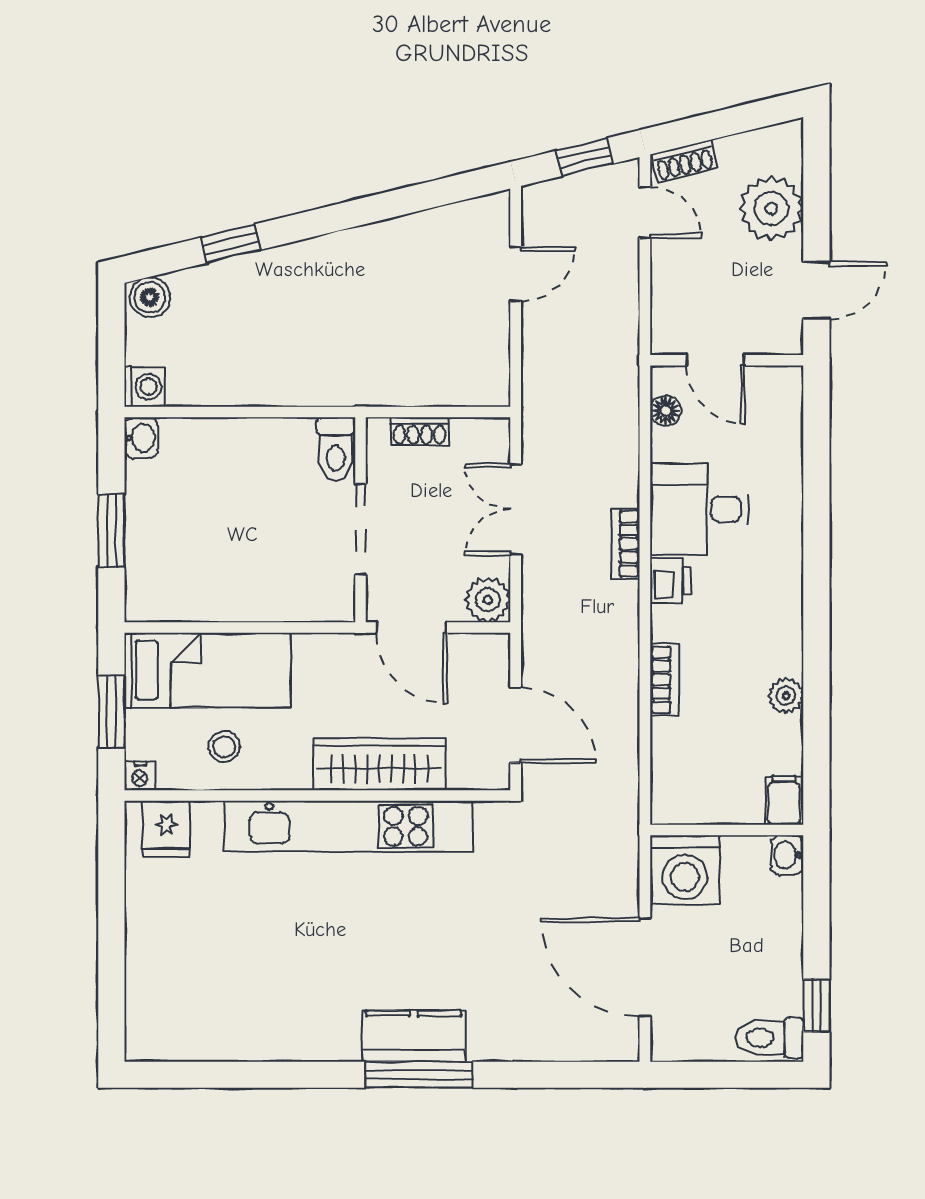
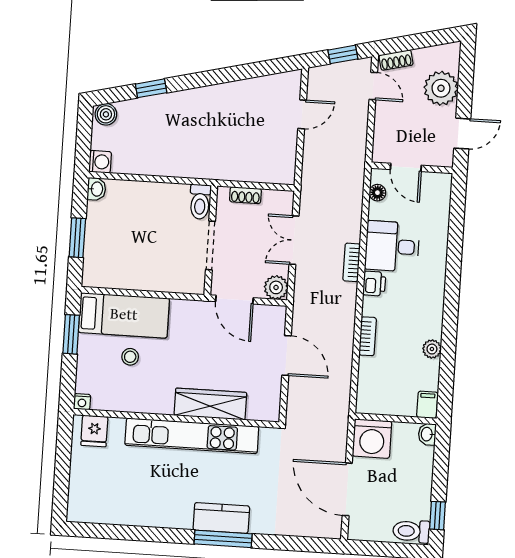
wardrobe: (379, 765) -> (210, 404), moved
nightstand: (140, 776) -> (82, 402), moved
wall: (317, 795) -> (176, 418), moved
kitchen unit: (349, 826) -> (192, 436), moved
fridge: (166, 829) -> (94, 431), moved

